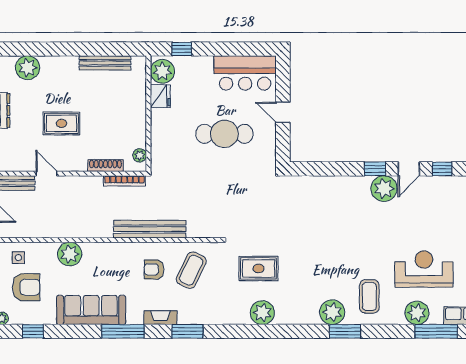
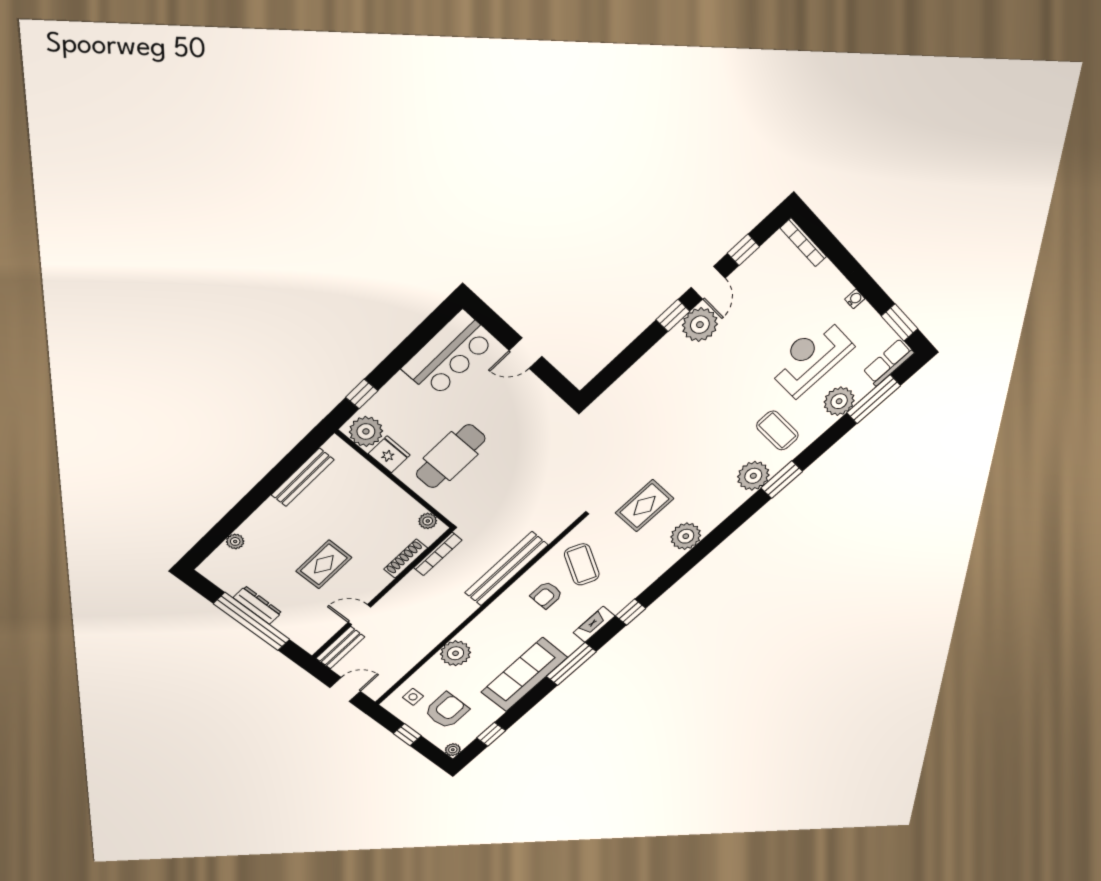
plant: (28, 68) -> (235, 541), width x0.53, depth x0.53
cafe table: (224, 134) -> (451, 456), moved
window: (187, 331) -> (631, 612), width x0.67

